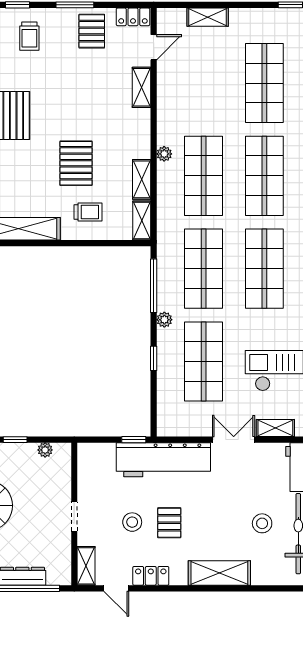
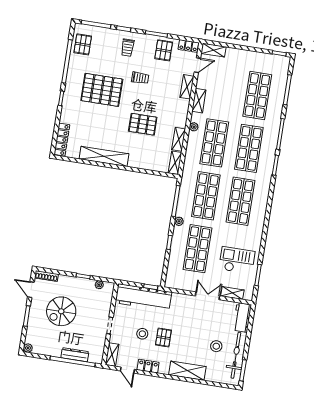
shelving: (208, 17) -> (213, 50), moved
shelving: (166, 108) -> (199, 101), added
pallet: (76, 163) -> (143, 124), turned 90
trolley: (88, 212) -> (140, 78), moved
workbench: (163, 460) -> (143, 297), moved

